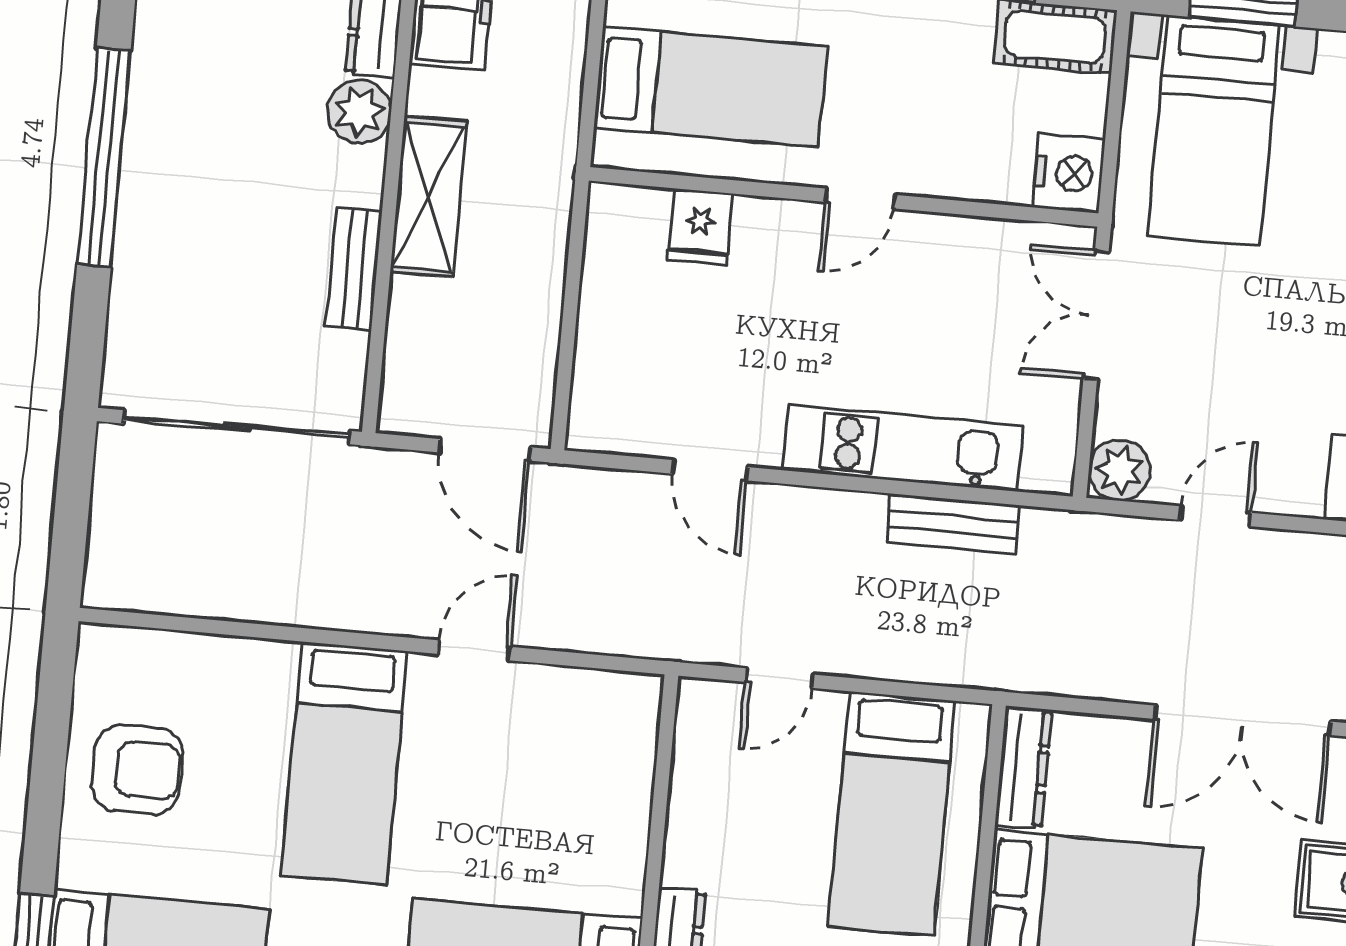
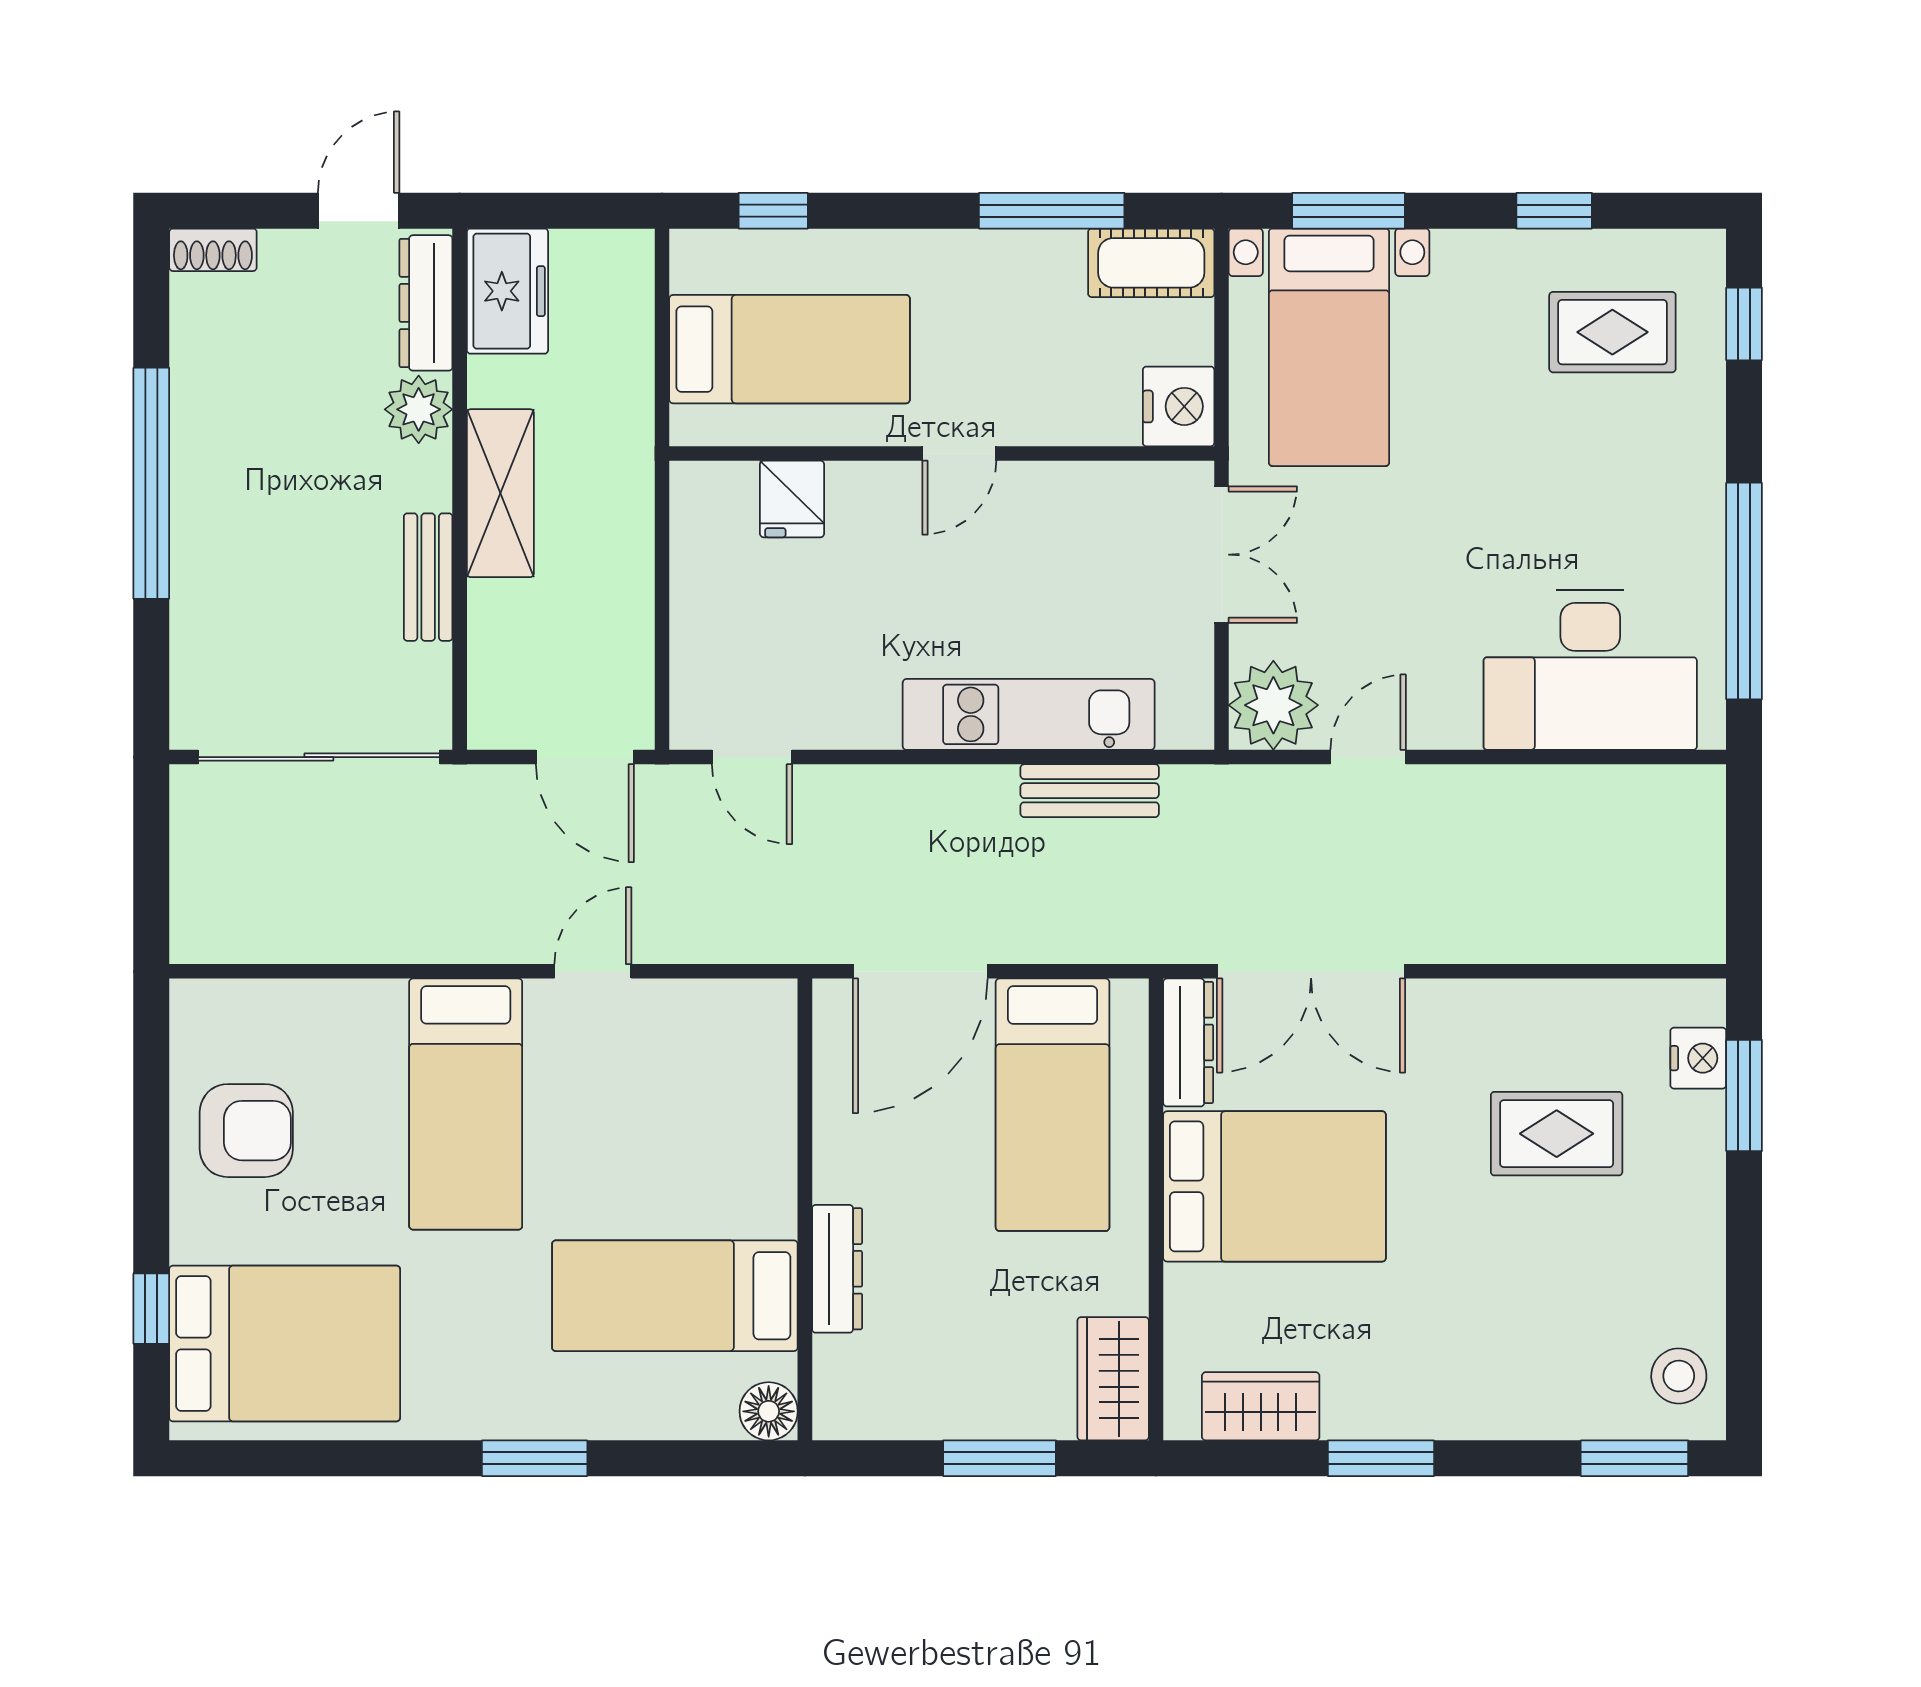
double door: (1096, 315) -> (1222, 555), swing flipped
door: (710, 470) -> (752, 757), moved
plant: (1119, 470) -> (1273, 705), width x1.36, depth x1.36
door: (780, 678) -> (920, 971), width x1.87
double door: (1242, 720) -> (1311, 971), moved

